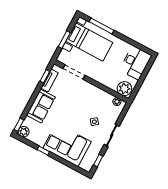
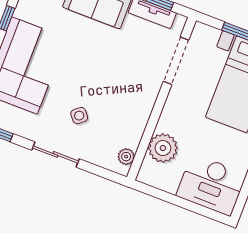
plant: (124, 89) -> (163, 148), moved

